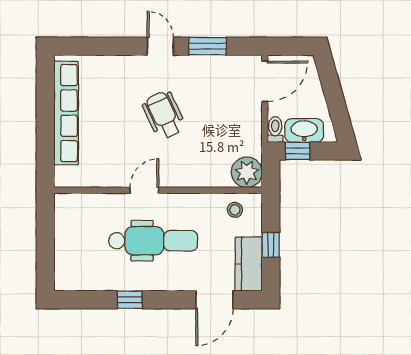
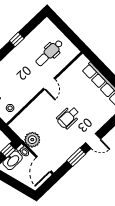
wheelchair: (164, 115) -> (68, 117), turned 115
plant: (247, 172) -> (32, 140), moved
dental chair: (153, 241) -> (49, 53), moved, width x0.73, depth x0.72

